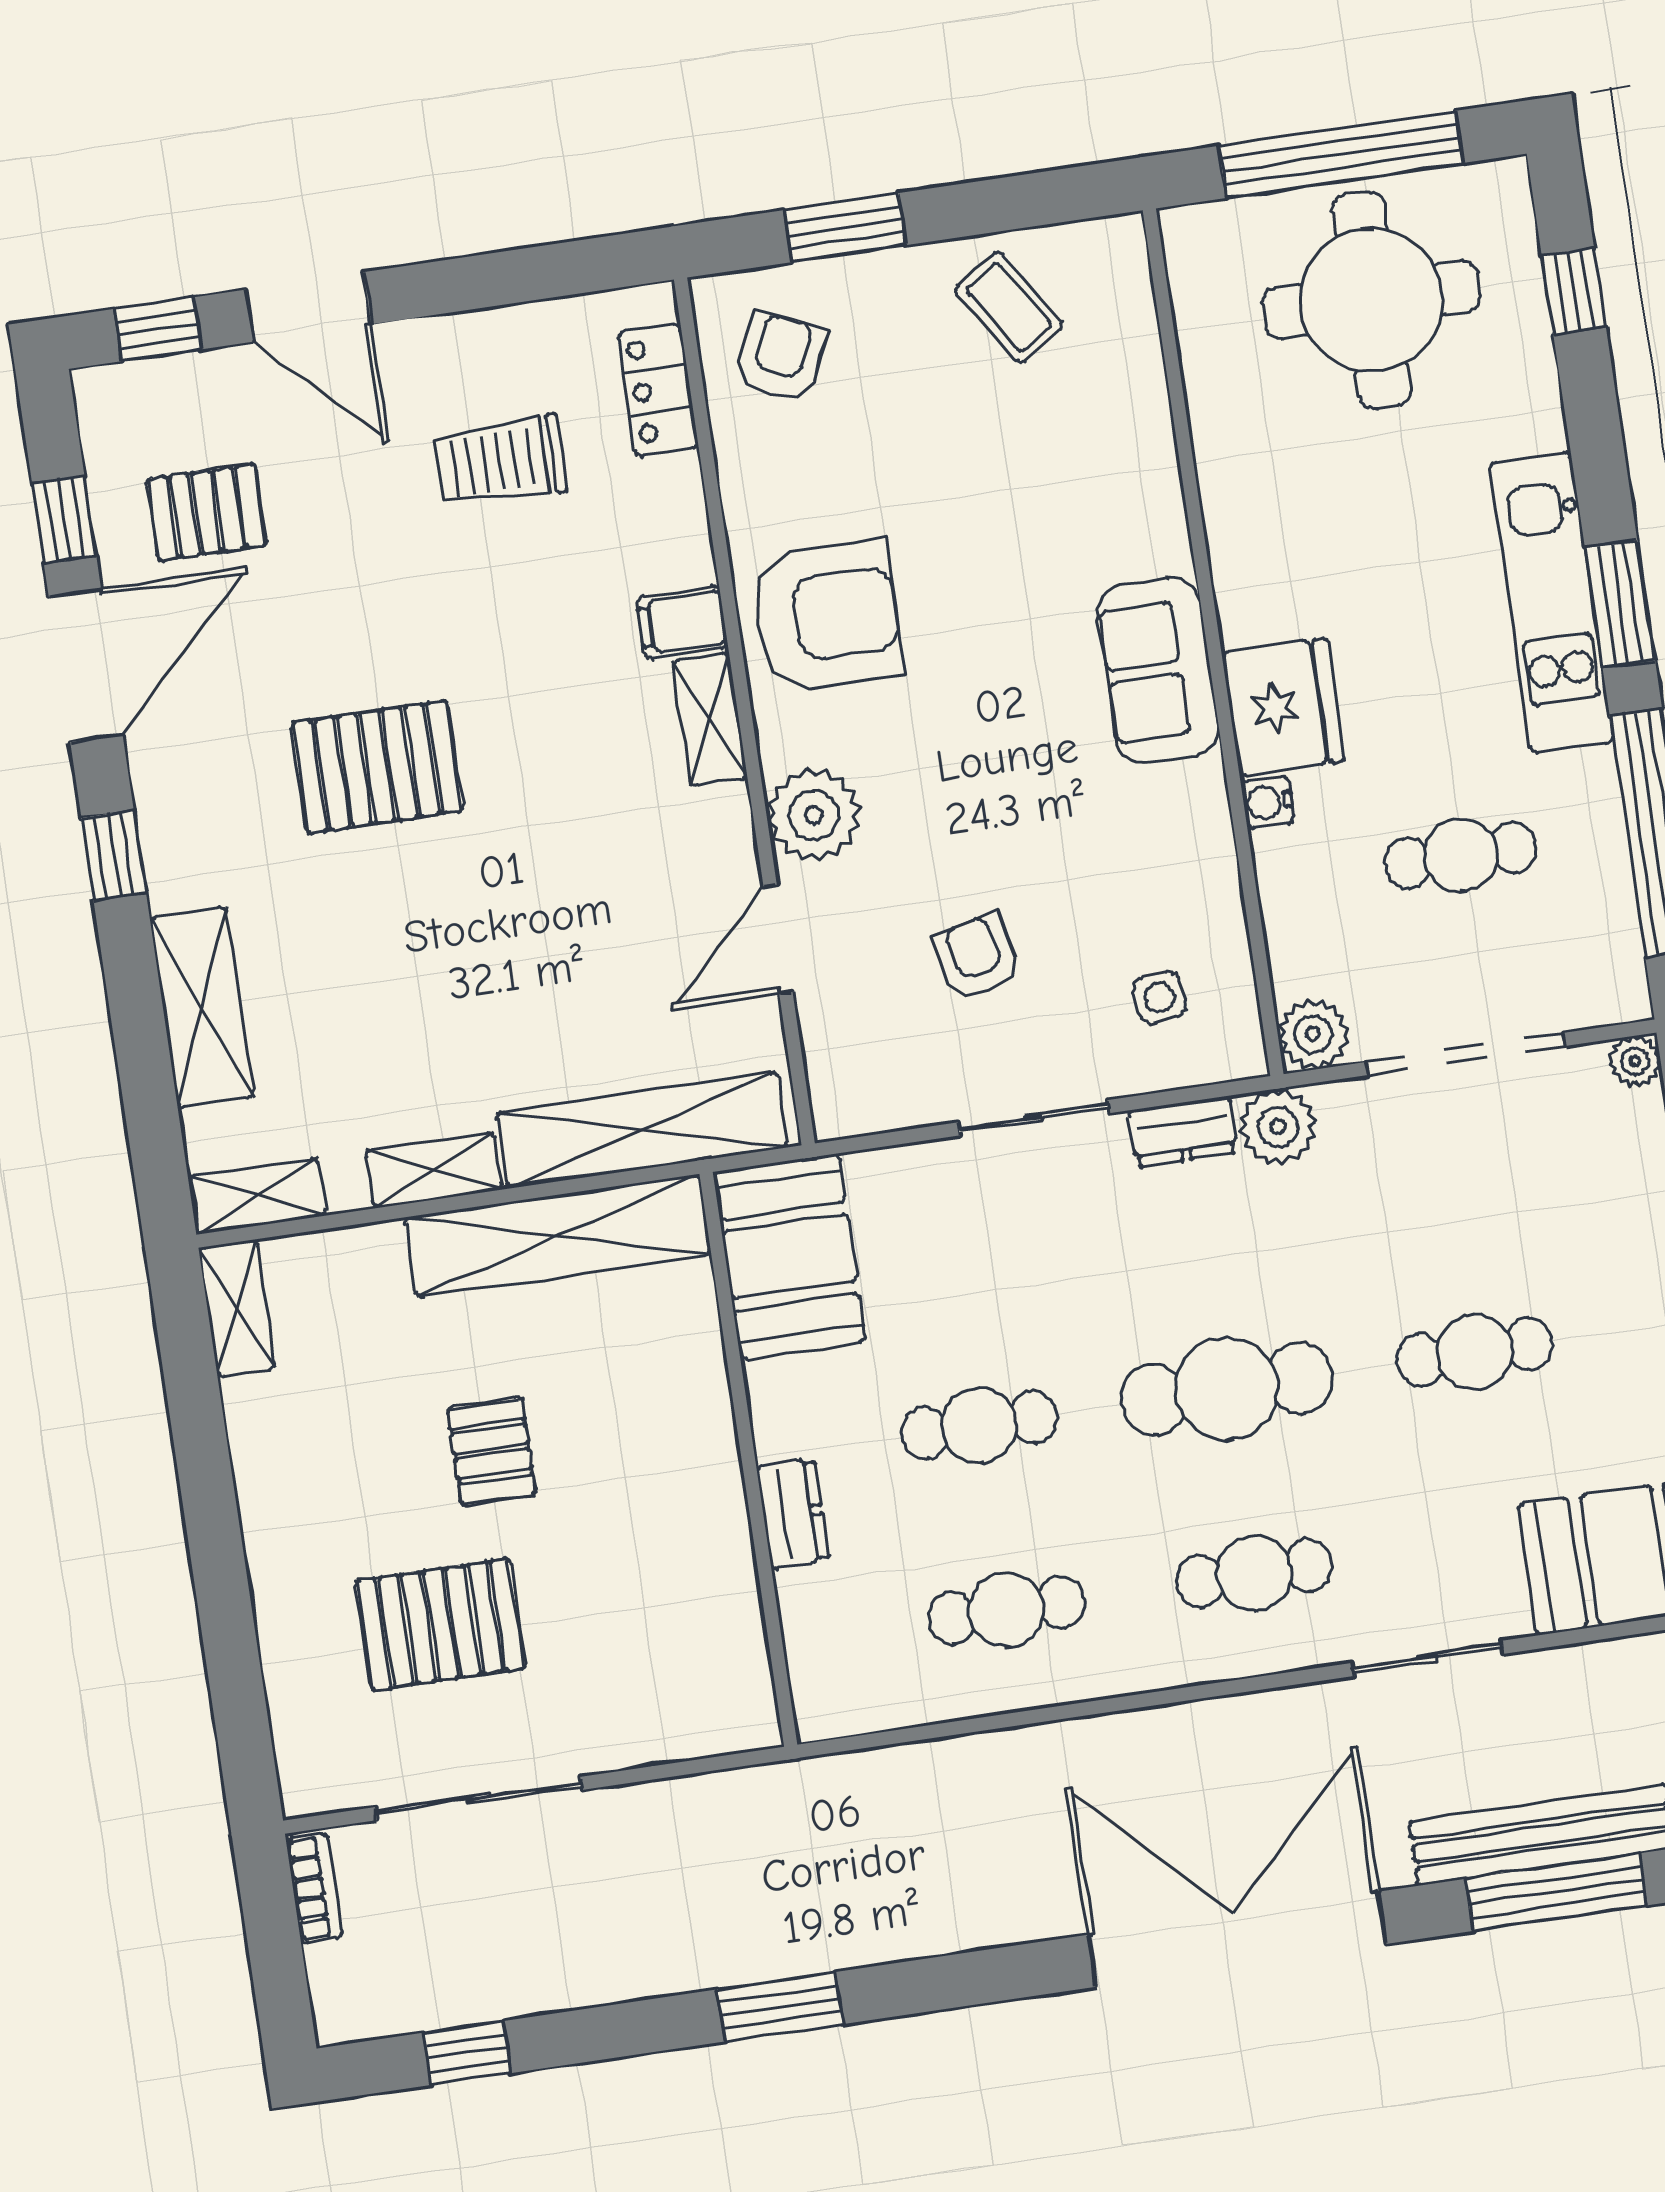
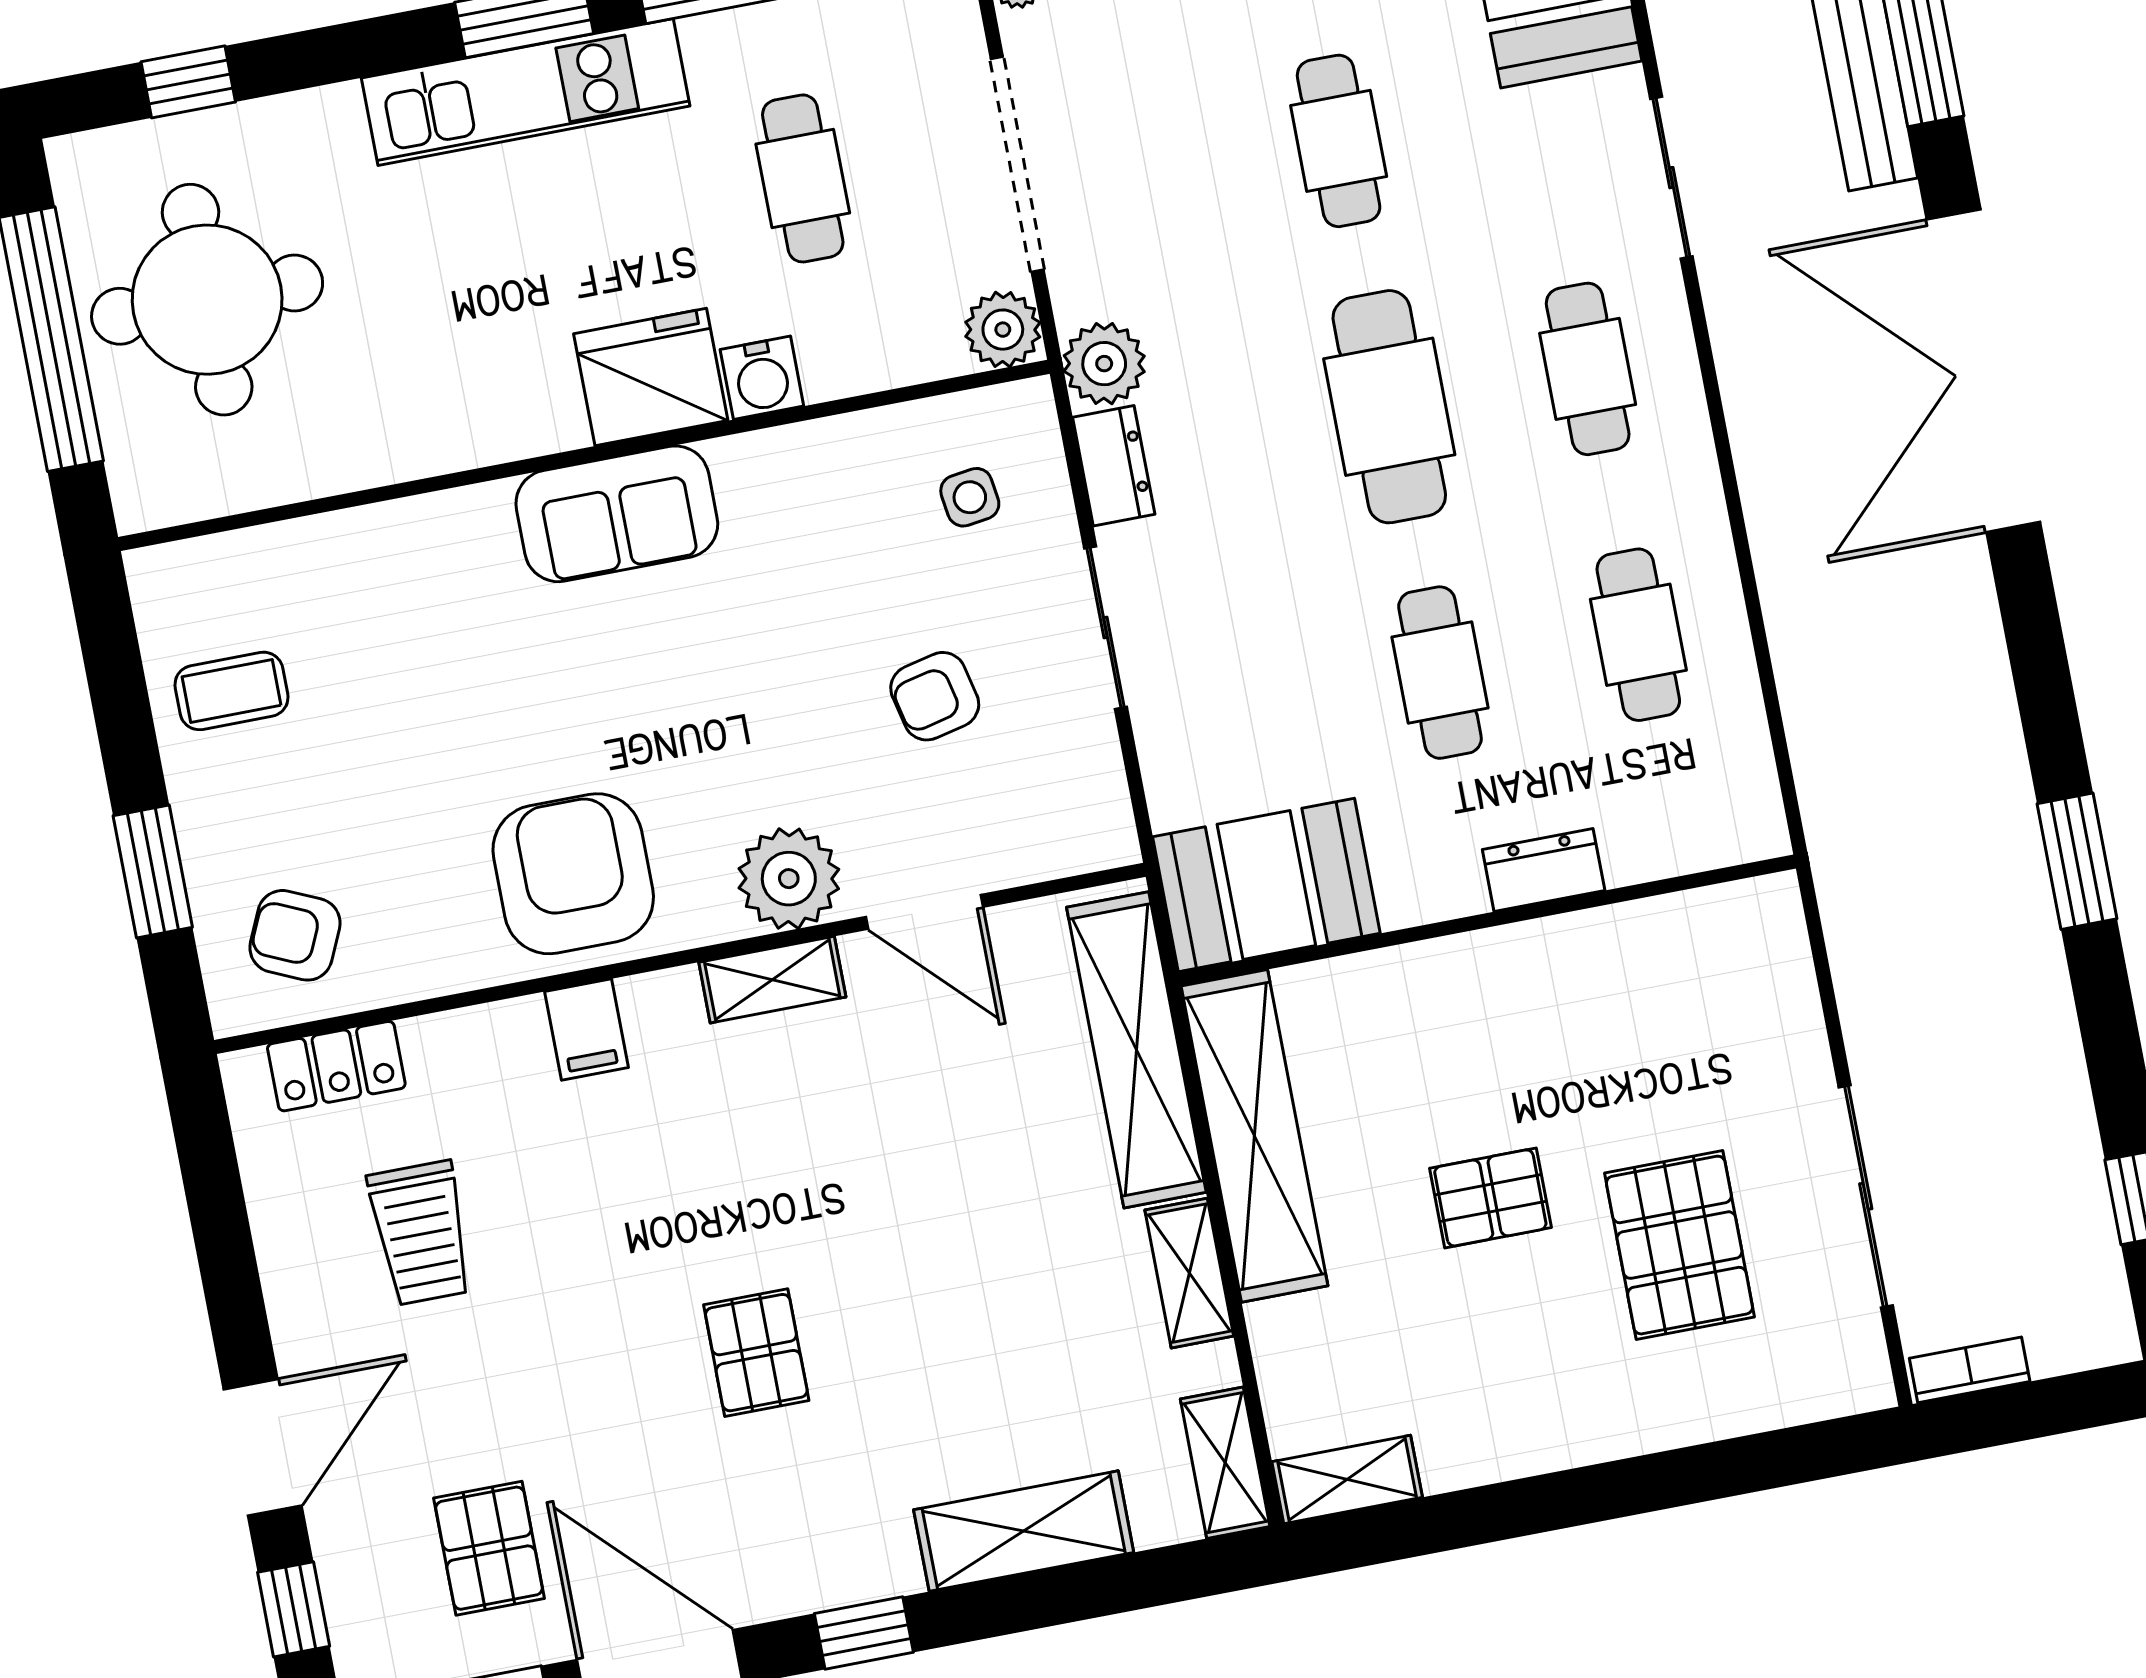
coffee table: (1009, 307) -> (231, 691), turned 33
shelving: (710, 720) -> (772, 980), moved
pallet: (377, 767) -> (756, 1353), width x0.67, depth x0.71
water cooler: (1268, 802) -> (762, 378), width x1.38, depth x1.38

